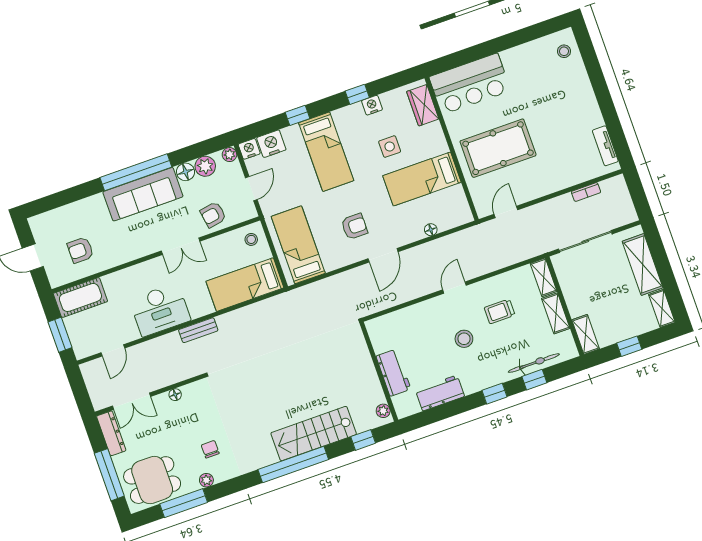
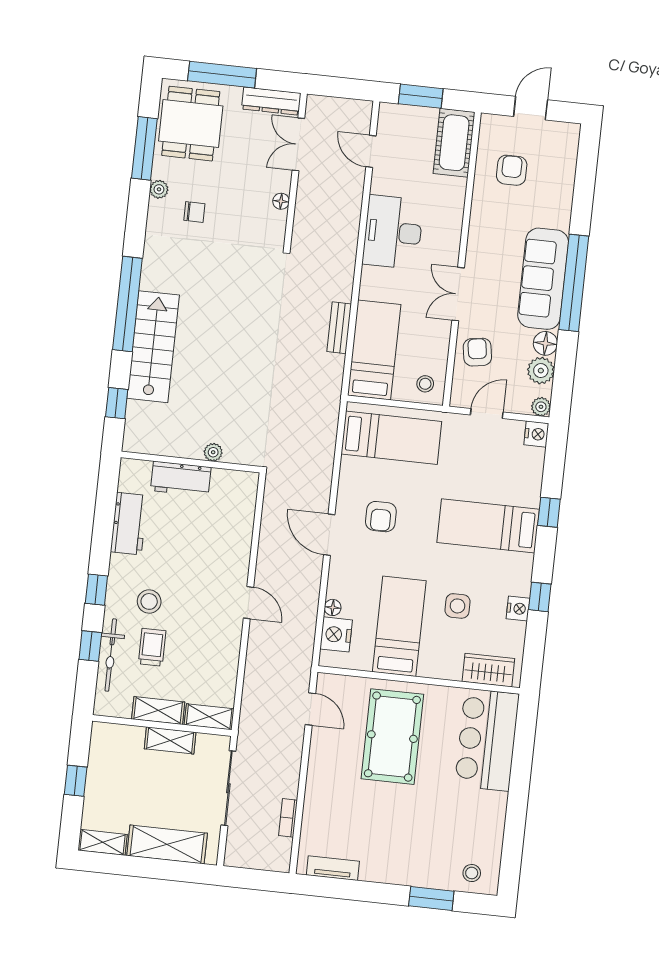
window: (594, 70) -> (431, 899), added
nightstand: (271, 144) -> (336, 634), moved, turned 180
door: (251, 189) -> (487, 413), swing flipped
trolley: (500, 311) -> (152, 647), moved
bench: (198, 330) -> (339, 328), moved
shelving: (586, 334) -> (170, 740), moved
stool: (464, 339) -> (149, 601), moved
plant: (383, 411) -> (213, 452), moved

